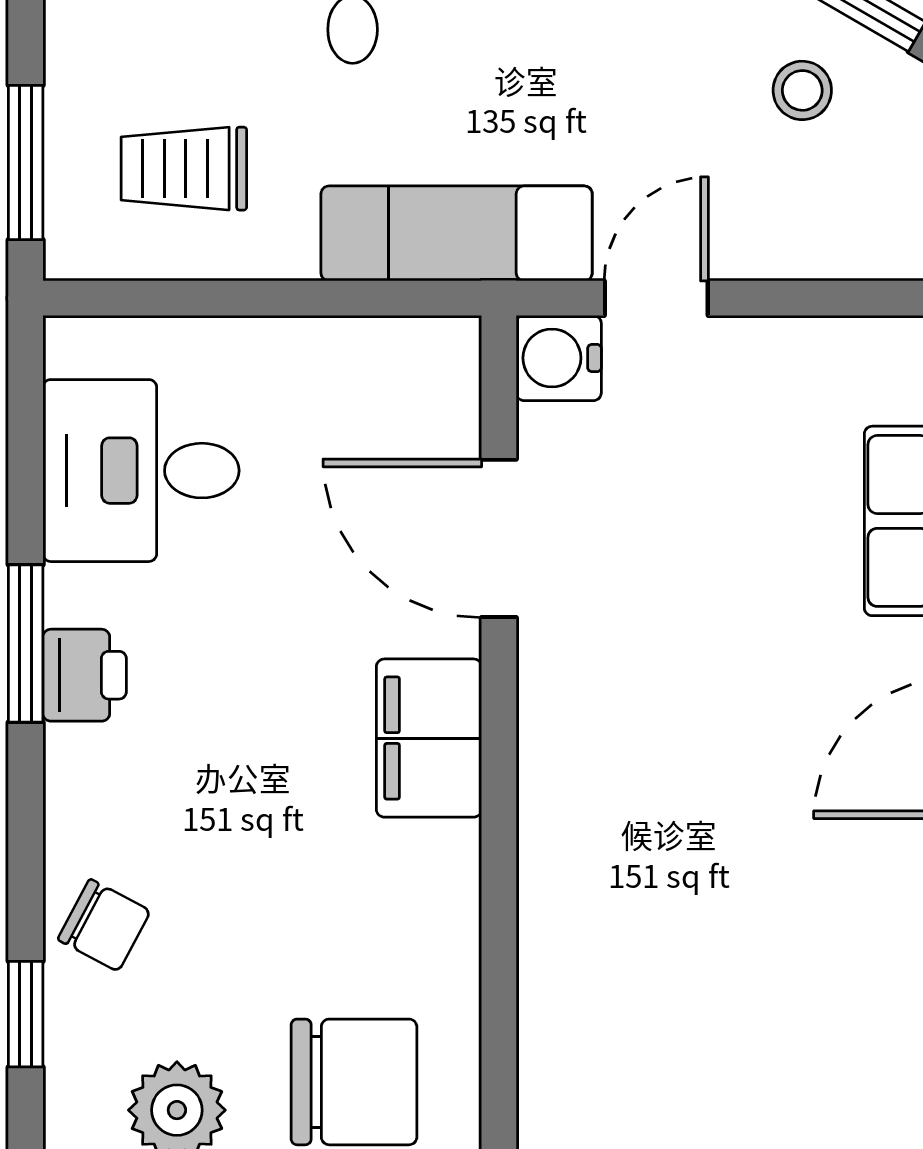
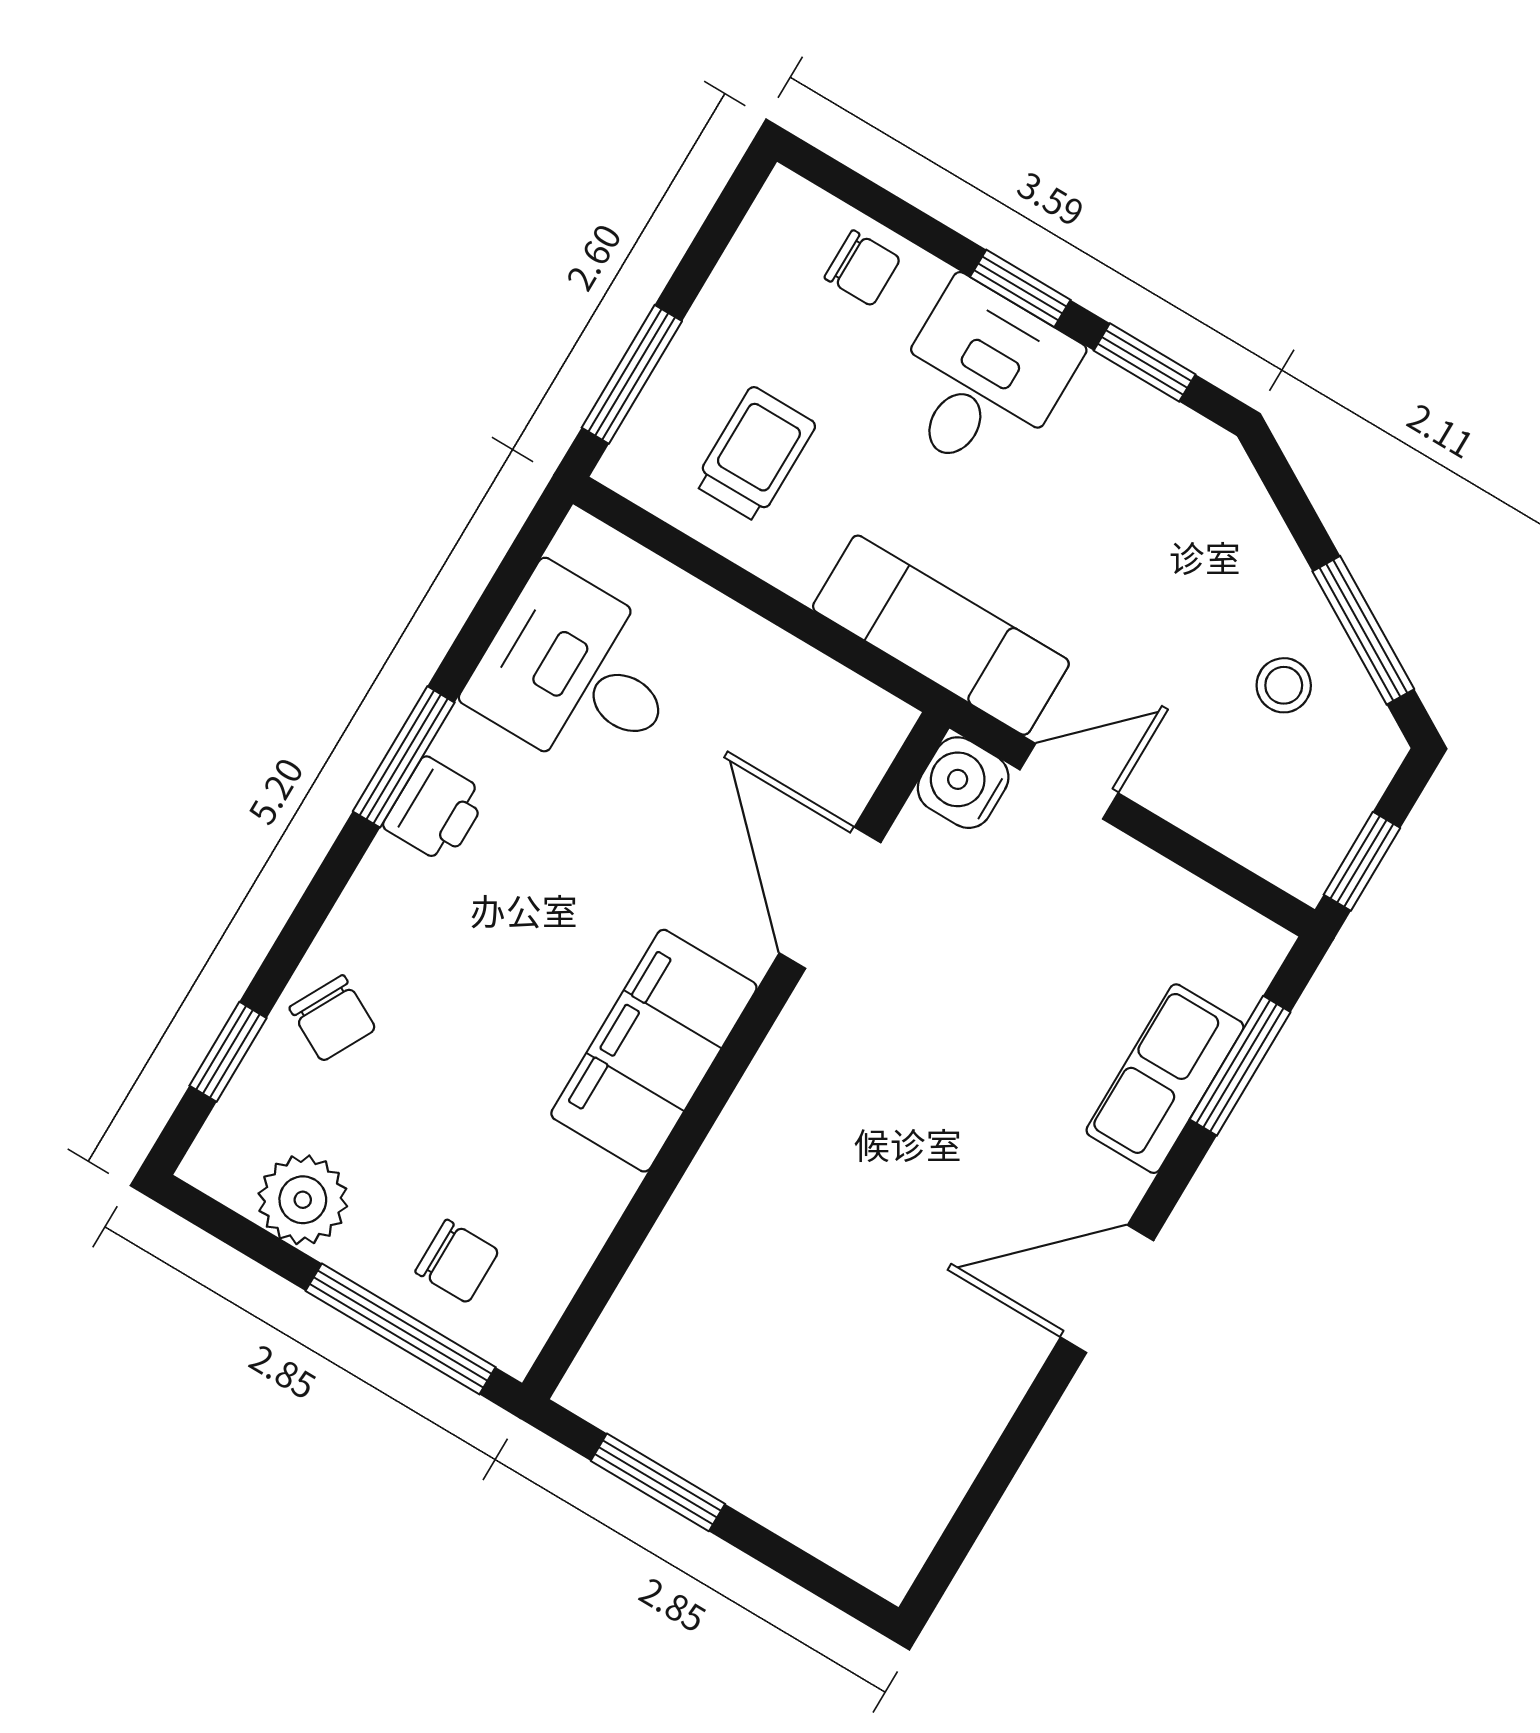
trolley: (184, 169) -> (755, 454), turned 90
filing cabinet: (429, 738) -> (654, 1051), width x1.50, depth x1.17
chair: (354, 1082) -> (457, 1261), width x0.54, depth x0.54

